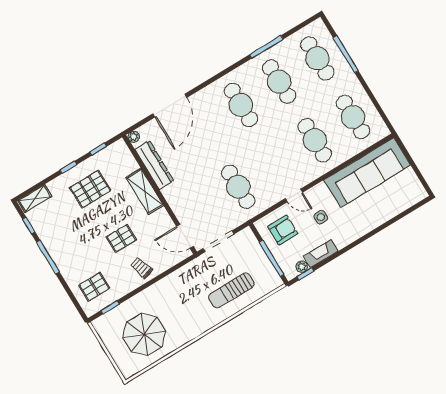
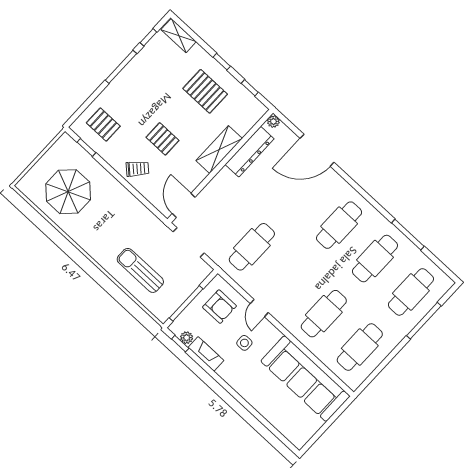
trolley: (141, 268) -> (137, 169), turned 61

